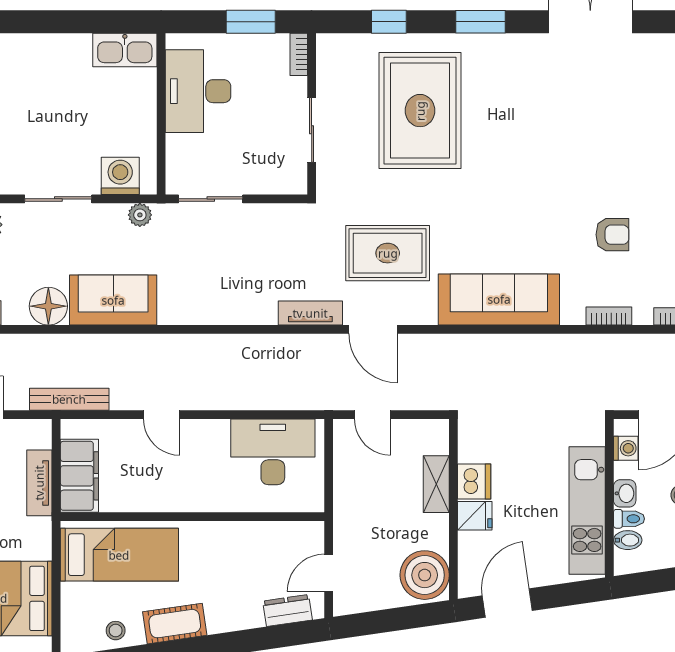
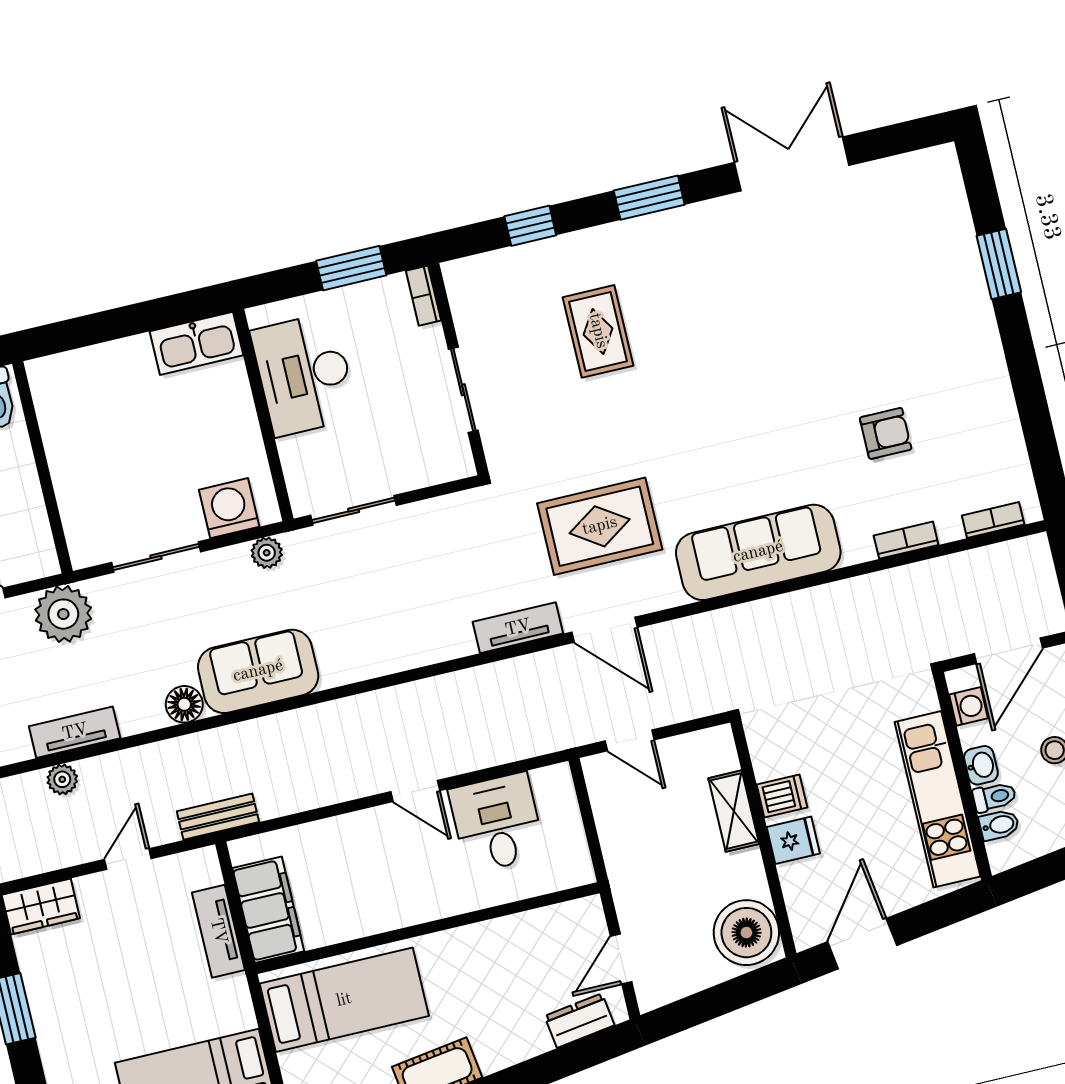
rug: (420, 111) -> (598, 331), width x0.54, depth x0.49
floor lamp: (48, 306) -> (184, 704), width x0.73, depth x0.73
bench: (69, 399) -> (218, 817), width x0.73
door: (162, 415) -> (415, 791), moved
desk: (273, 452) -> (497, 823), width x0.73
dishwasher: (474, 481) -> (782, 796), width x0.73

